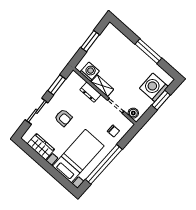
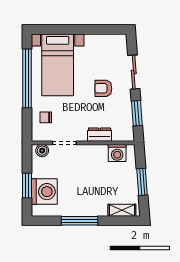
shelving: (102, 86) -> (122, 210), moved
wardrobe: (41, 147) -> (100, 43), removed

